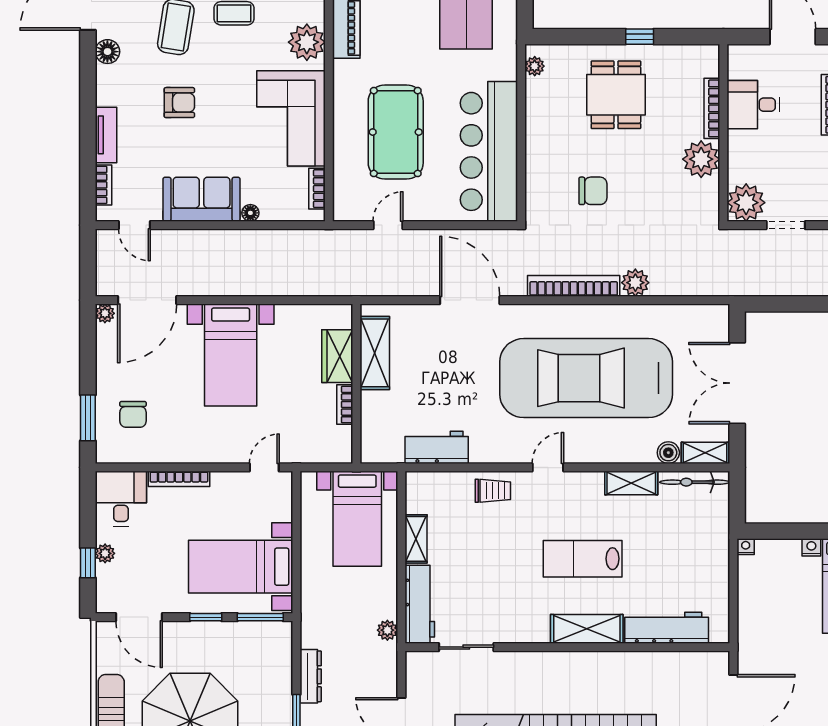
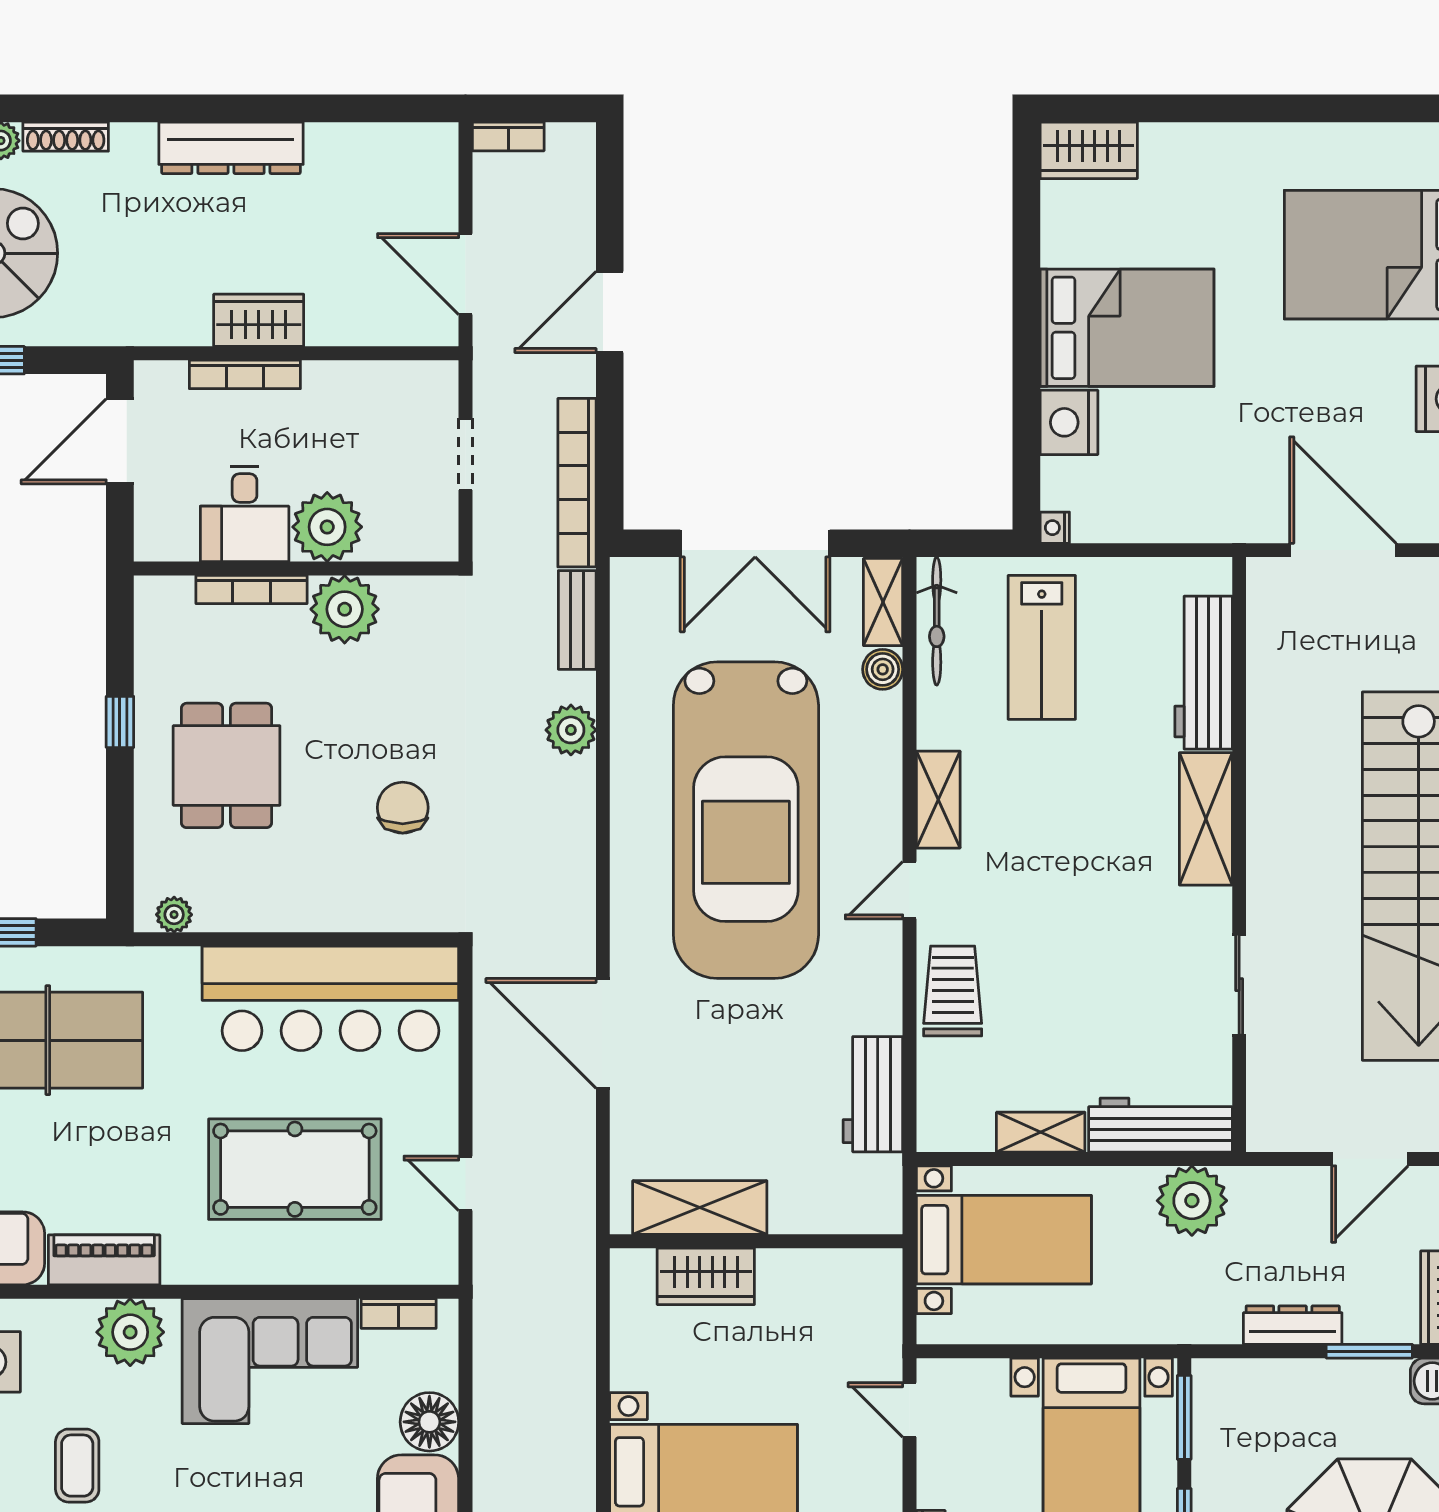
dining table: (616, 95) -> (227, 765), turned 90
plant: (746, 203) -> (327, 527), moved
floor lamp: (250, 213) -> (429, 1422), width x1.89, depth x1.89
bookcase: (574, 286) -> (577, 483), moved
bench: (695, 286) -> (577, 620), added
door: (470, 300) -> (603, 1033), hinge flipped
bookcase: (345, 405) -> (794, 1263), removed
door: (548, 467) -> (910, 890), hinge flipped
shelving: (631, 483) -> (938, 800), moved
trolley: (493, 491) -> (953, 991), width x1.36, depth x1.39
nightstand: (811, 547) -> (1069, 422), width x1.89, depth x1.79
lab bench: (583, 559) -> (1042, 647), moved
plant: (387, 630) -> (1192, 1201), width x1.87, depth x1.87
sliding door: (466, 647) -> (1239, 985), moved

